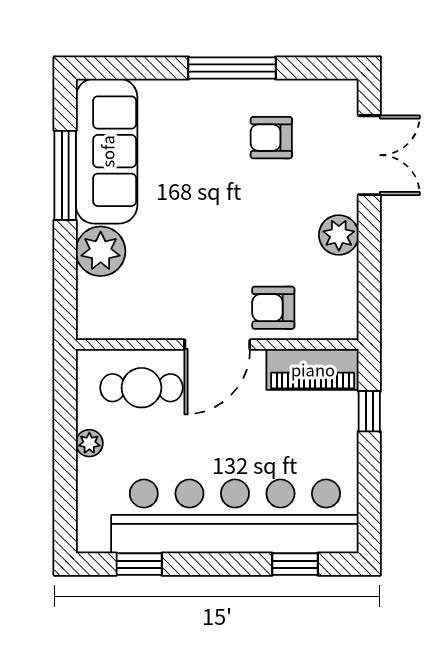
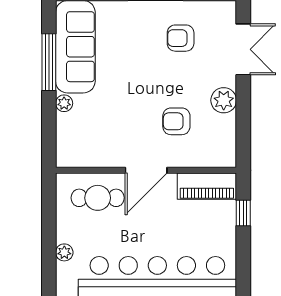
plant: (101, 251) -> (64, 103), width x0.53, depth x0.53
armchair: (273, 308) -> (176, 121), moved
plant: (89, 443) -> (64, 252), moved

